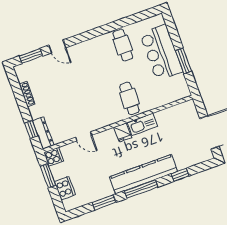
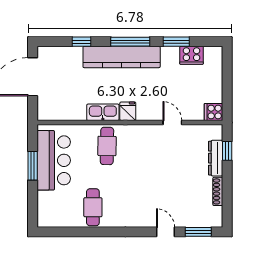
bar counter: (161, 53) -> (54, 160), moved
dresser: (43, 133) -> (216, 158), moved
window: (48, 176) -> (227, 93), removed
cooker: (65, 188) -> (191, 55), moved, turned -90

